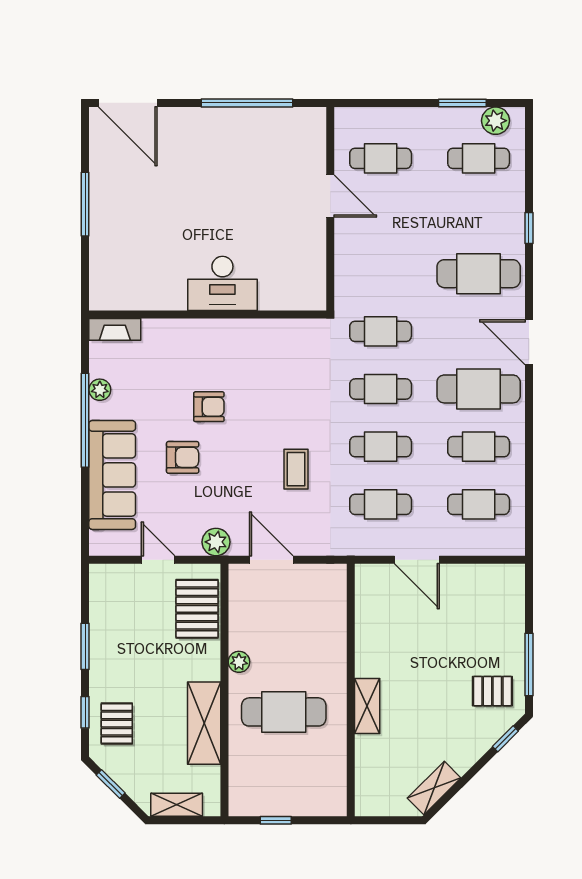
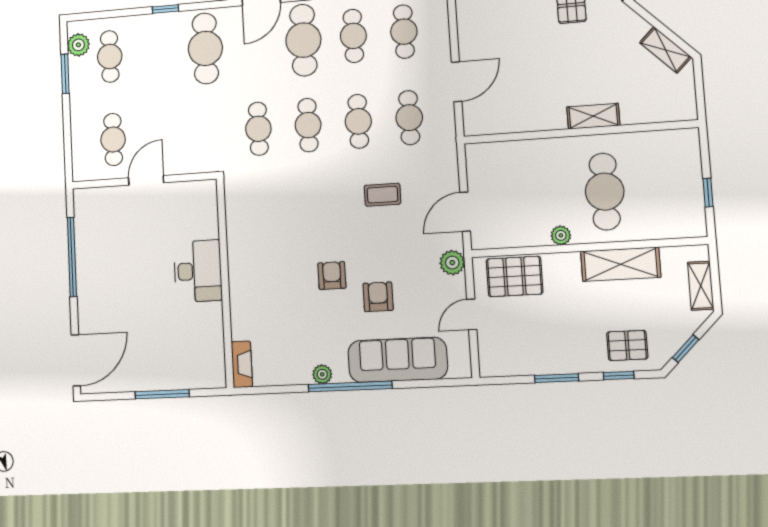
desk: (222, 283) -> (198, 271), moved
wall: (208, 315) -> (225, 283), moved
fireplace: (115, 329) -> (242, 364), moved

